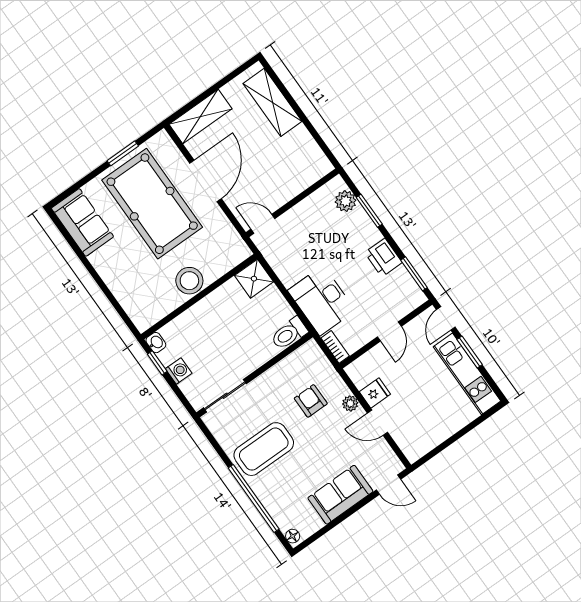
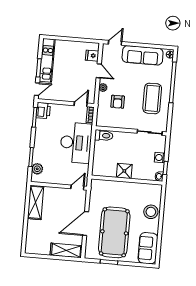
shelving: (272, 102) -> (36, 202), moved
door: (263, 224) -> (77, 187), swing flipped
printer: (383, 258) -> (43, 111), moved
shower: (254, 279) -> (124, 171), moved
stool: (189, 281) -> (151, 212), moved
desk: (322, 300) -> (76, 143), width x1.36, depth x1.30
door: (389, 332) -> (81, 104), moved
fridge: (375, 393) -> (92, 56), moved
coffee table: (264, 449) -> (152, 98), turned 90
door: (388, 485) -> (115, 43), hinge flipped
sofa: (340, 495) -> (143, 55), width x1.36

